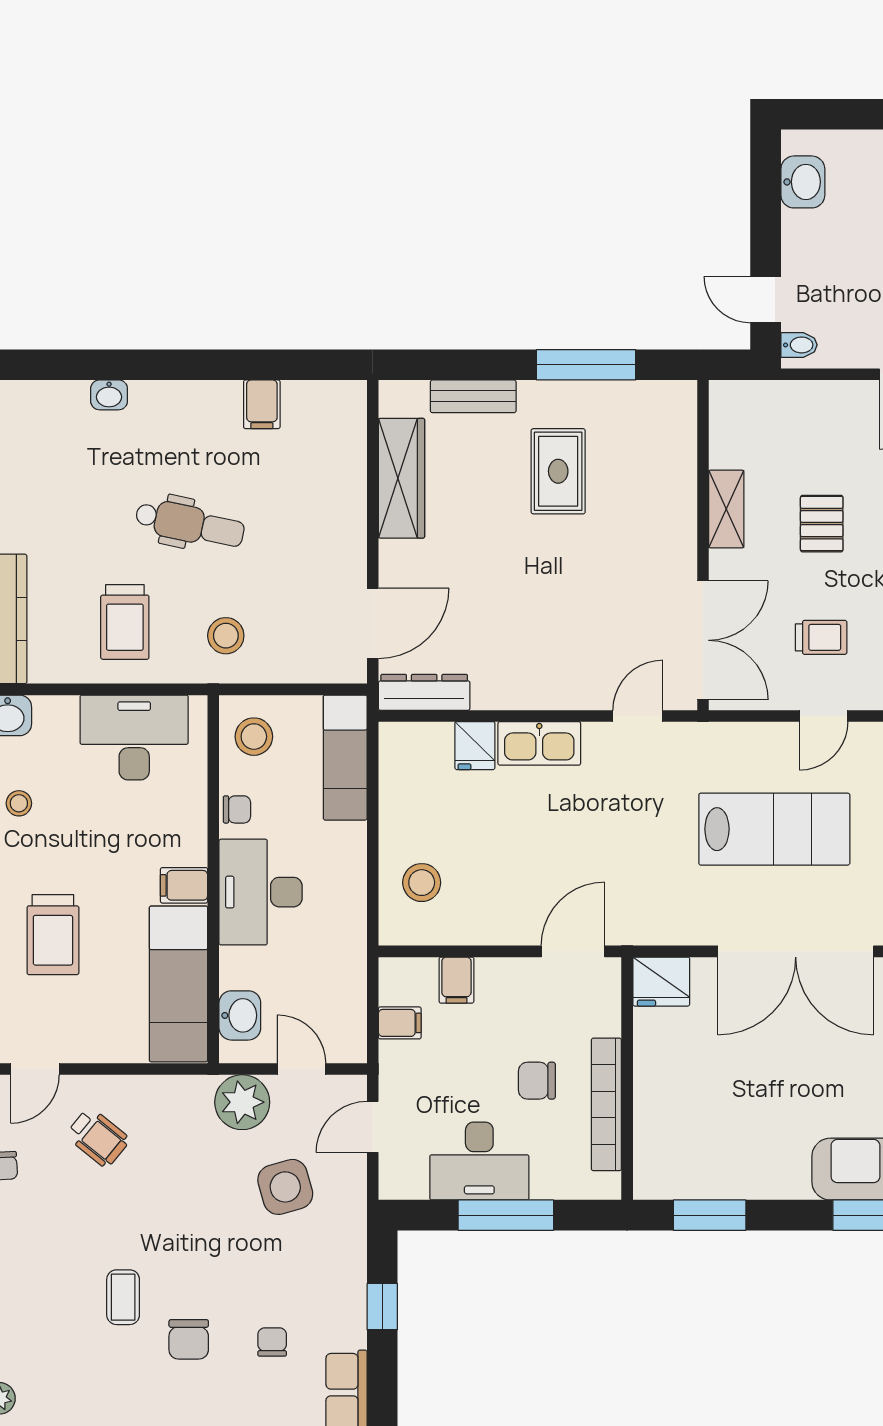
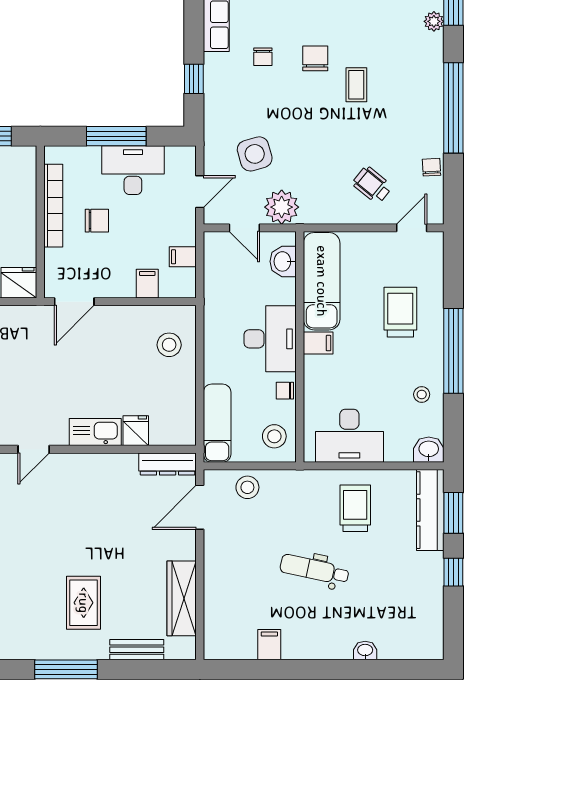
stool: (226, 636) -> (247, 487), moved

